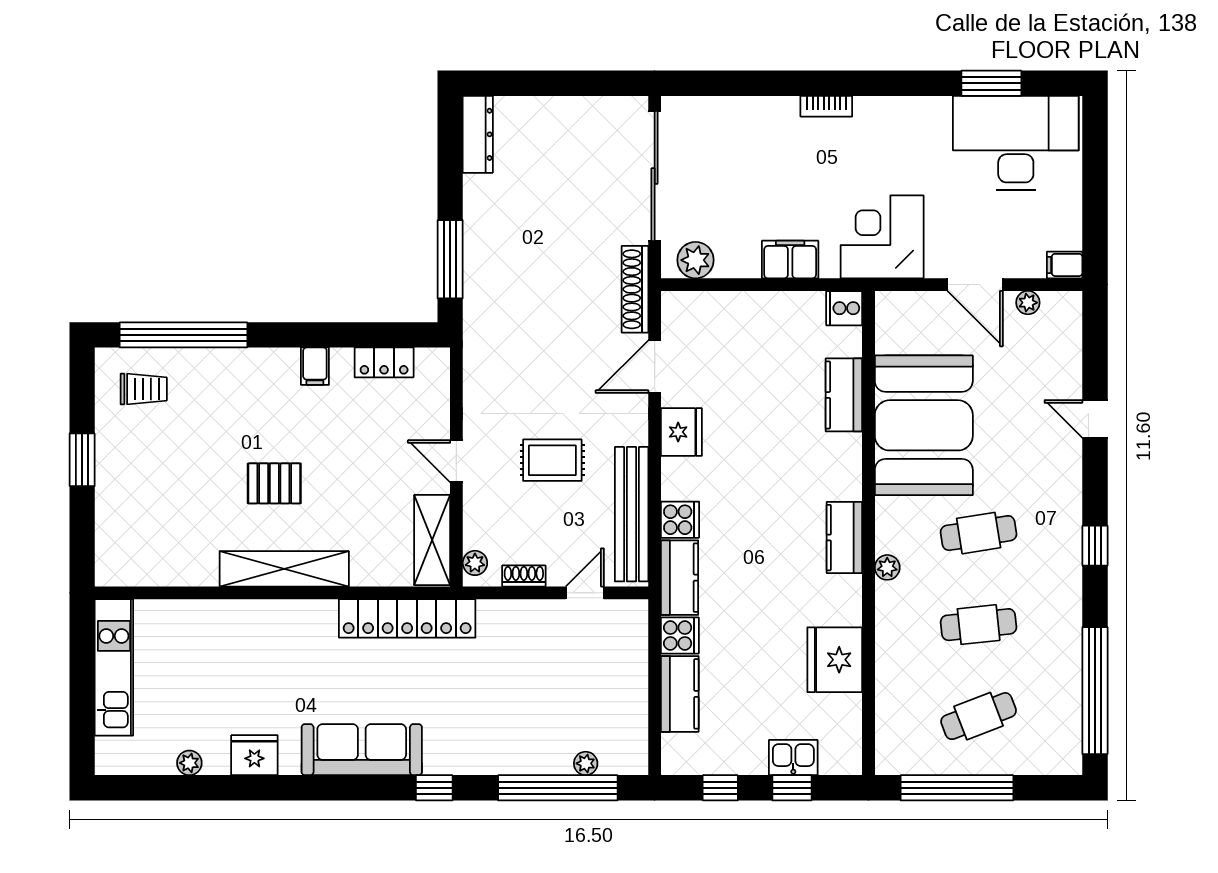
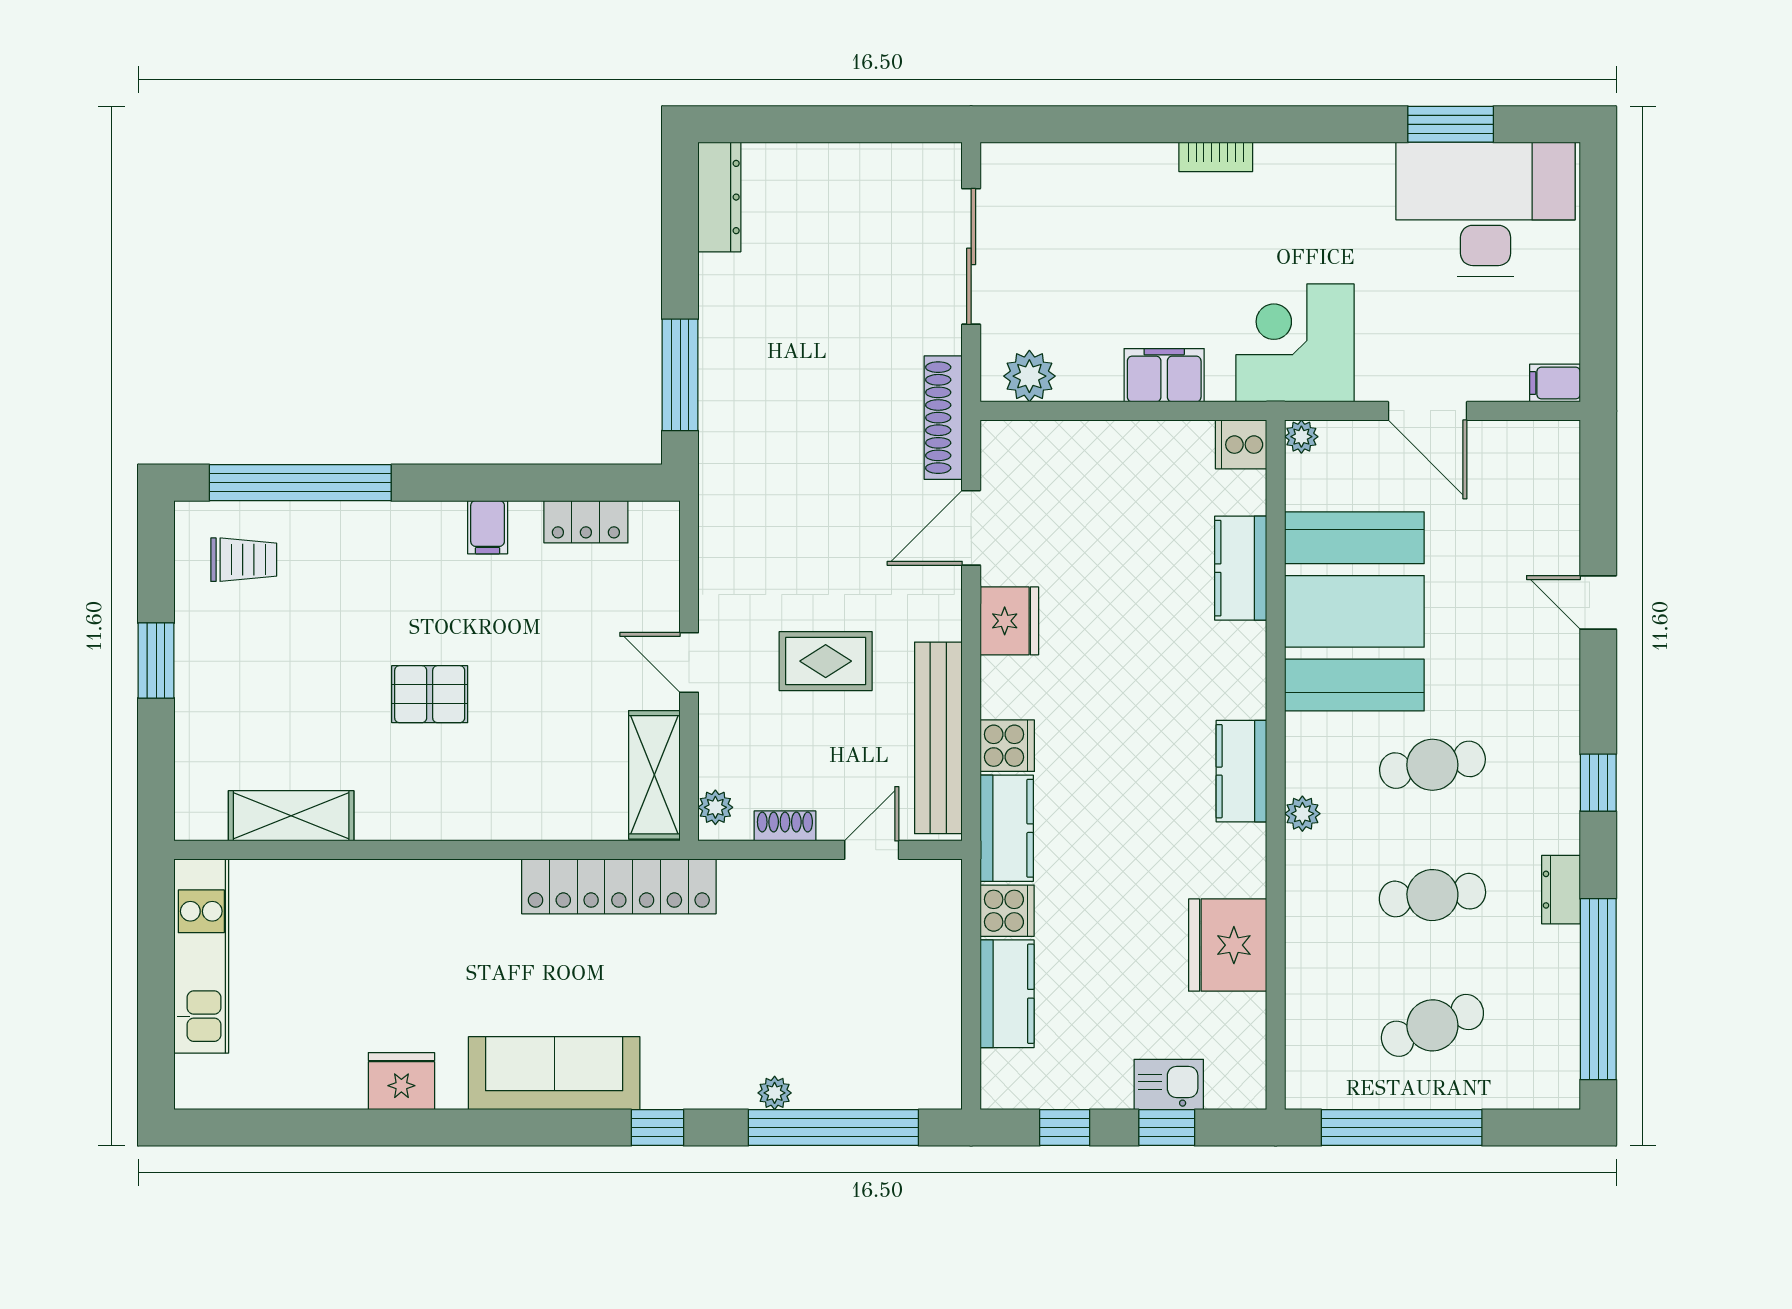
sliding door: (655, 176) -> (971, 256), width x0.73
plant: (1028, 303) -> (1301, 437), moved
shelving: (284, 569) -> (291, 816), moved, width x0.68
dresser: (1069, 621) -> (1561, 890), added
plant: (189, 763) -> (309, 1092), removed
plant: (586, 763) -> (775, 1093), moved

